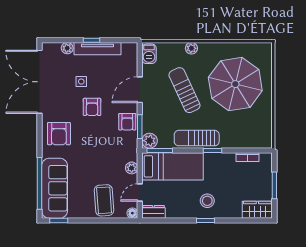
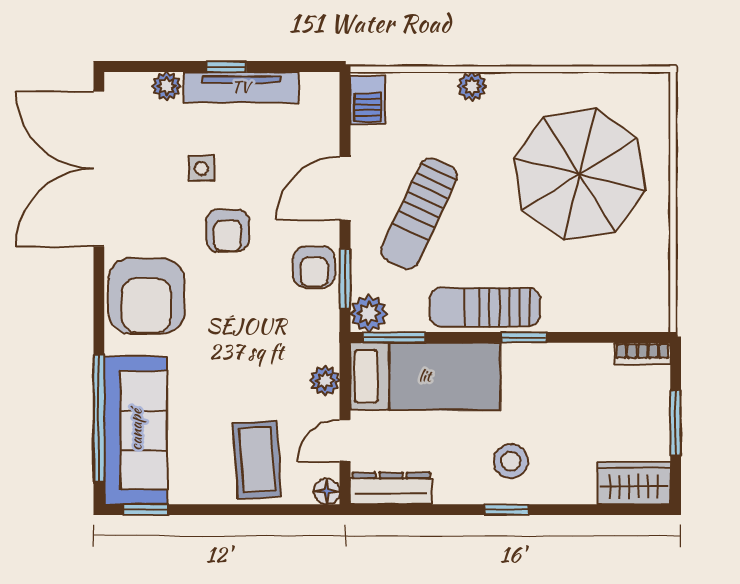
sun lounger: (184, 90) -> (419, 214), moved, turned -130
armchair: (59, 134) -> (146, 296), width x1.36, depth x1.36
bookcase: (247, 157) -> (643, 354), moved
dresser: (154, 212) -> (391, 488), width x1.44

